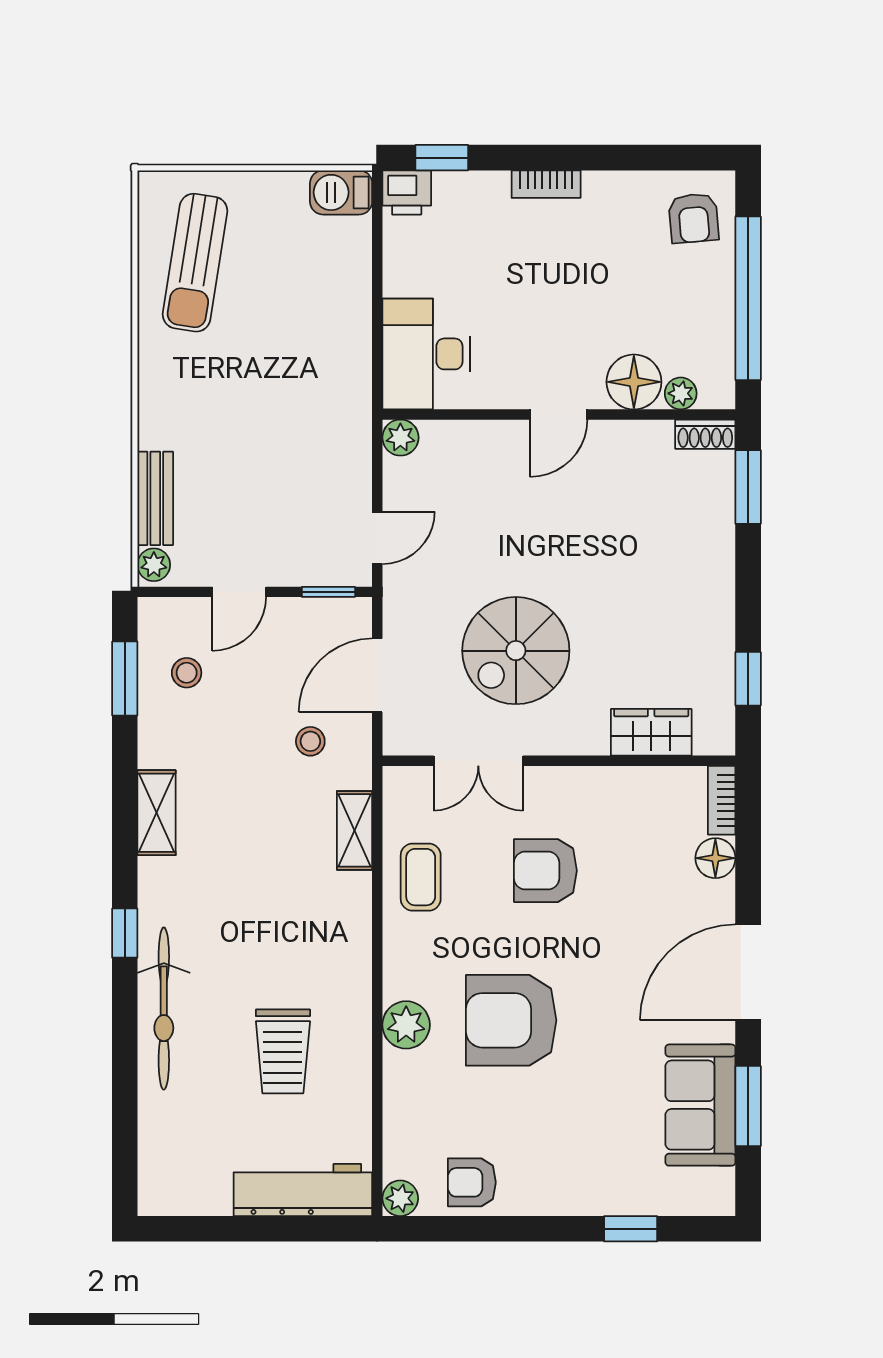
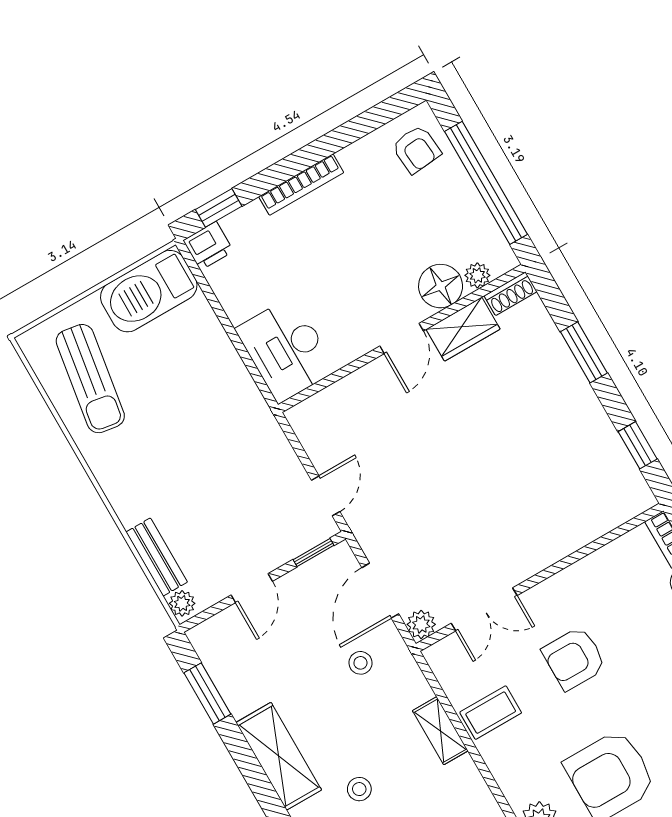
bookcase: (546, 184) -> (301, 185), width x1.56
barbecue: (341, 192) -> (149, 291), width x1.88, depth x1.53
plant: (400, 438) -> (421, 624), moved
window: (748, 487) -> (584, 352), moved
spiral stairs: (516, 651) -> (466, 518), removed
stool: (187, 673) -> (359, 789), moved
wardrobe: (651, 732) -> (463, 329), moved, turned 180
shelving: (157, 813) -> (279, 756), width x1.50, depth x1.33
shelving: (355, 830) -> (440, 731), moved
coffee table: (421, 877) -> (491, 713), turned 90

